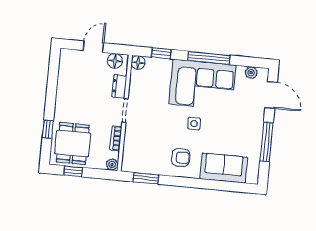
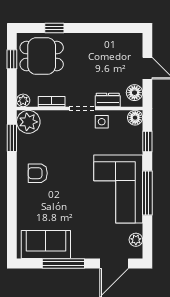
side table: (194, 123) -> (102, 122), moved
armchair: (181, 158) -> (38, 173), turned 90
plant: (132, 162) -> (28, 122), added
sofa: (224, 168) -> (46, 244), moved, turned -90

